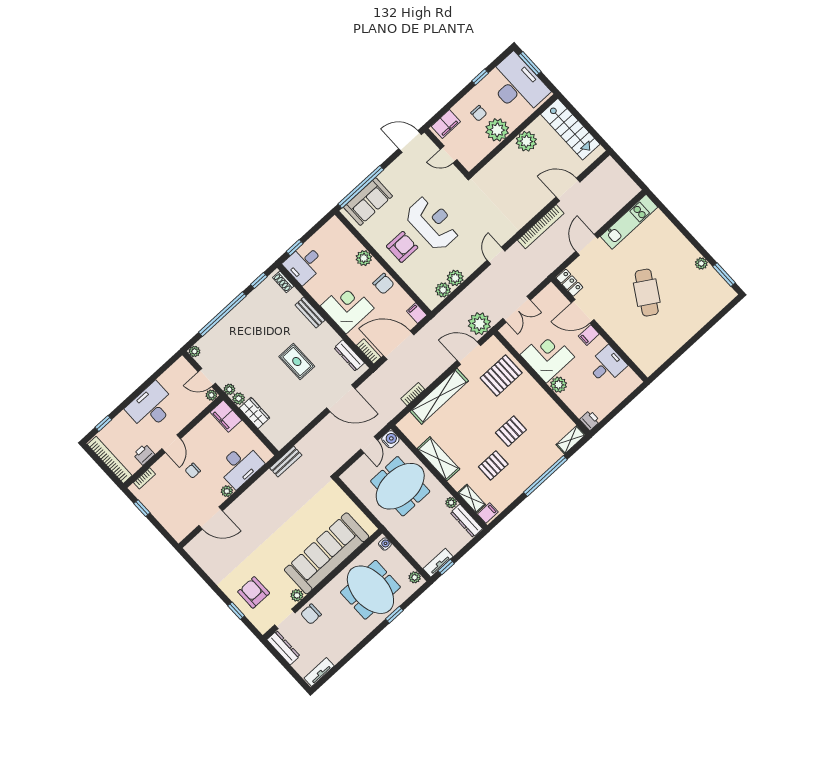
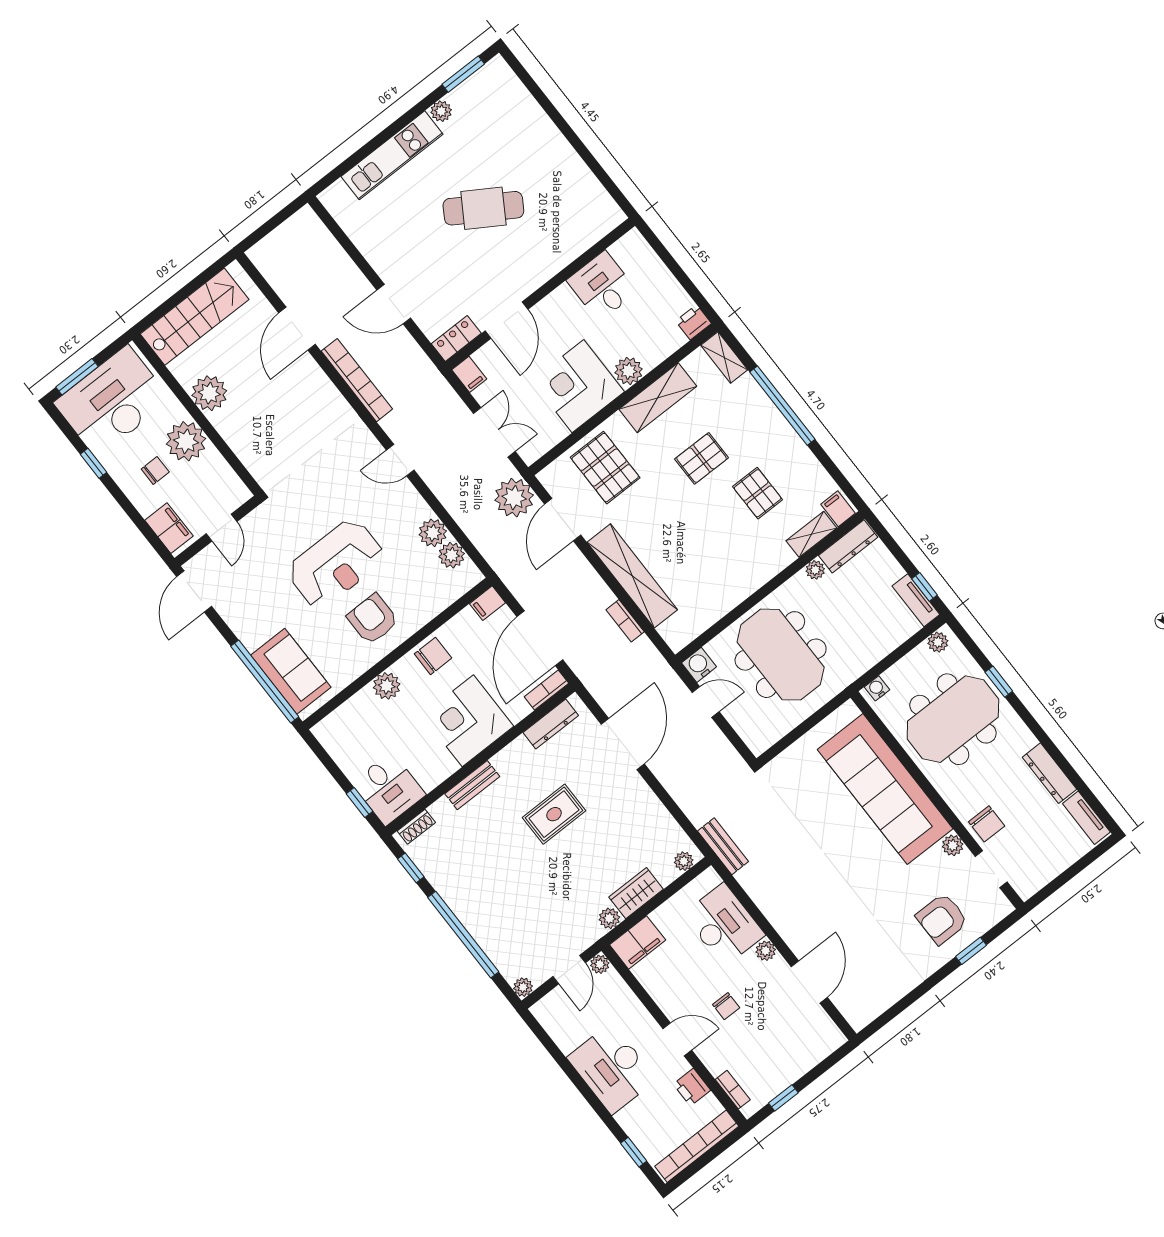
kitchen unit: (629, 222) -> (392, 155), moved, turned 90
reception desk: (433, 223) -> (336, 564), turned 180
filing cabinet: (589, 335) -> (469, 374), moved
plant: (229, 389) -> (684, 861), moved
pallet: (511, 431) -> (702, 458), turned 90
shelving: (438, 459) -> (658, 398), moved
dresser: (283, 648) -> (1049, 773), moved, turned -90

